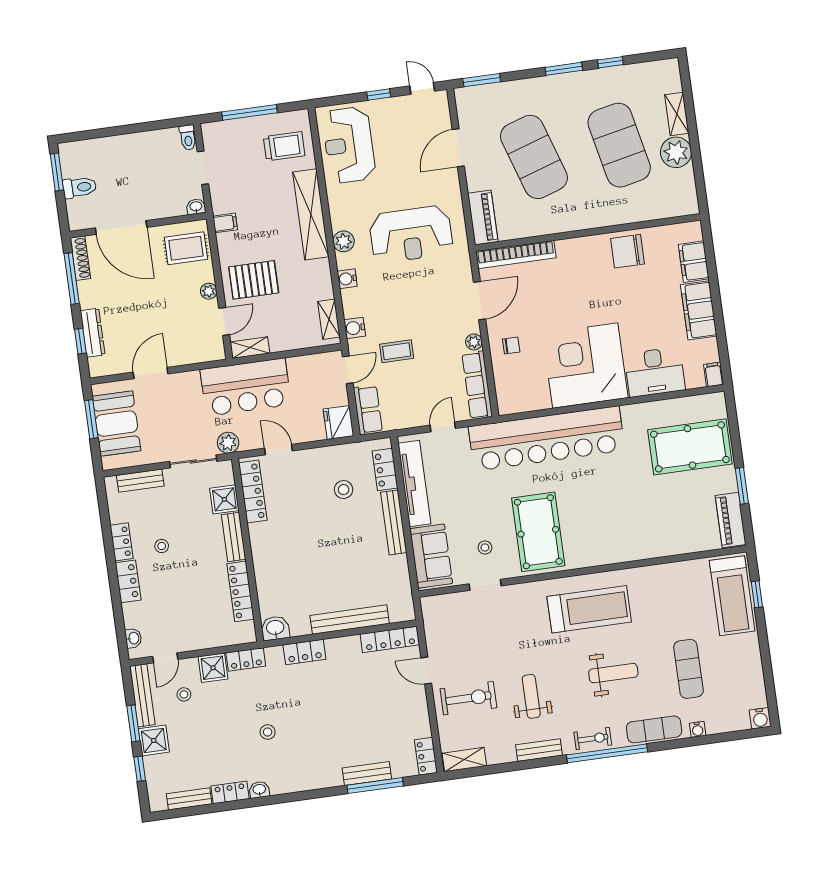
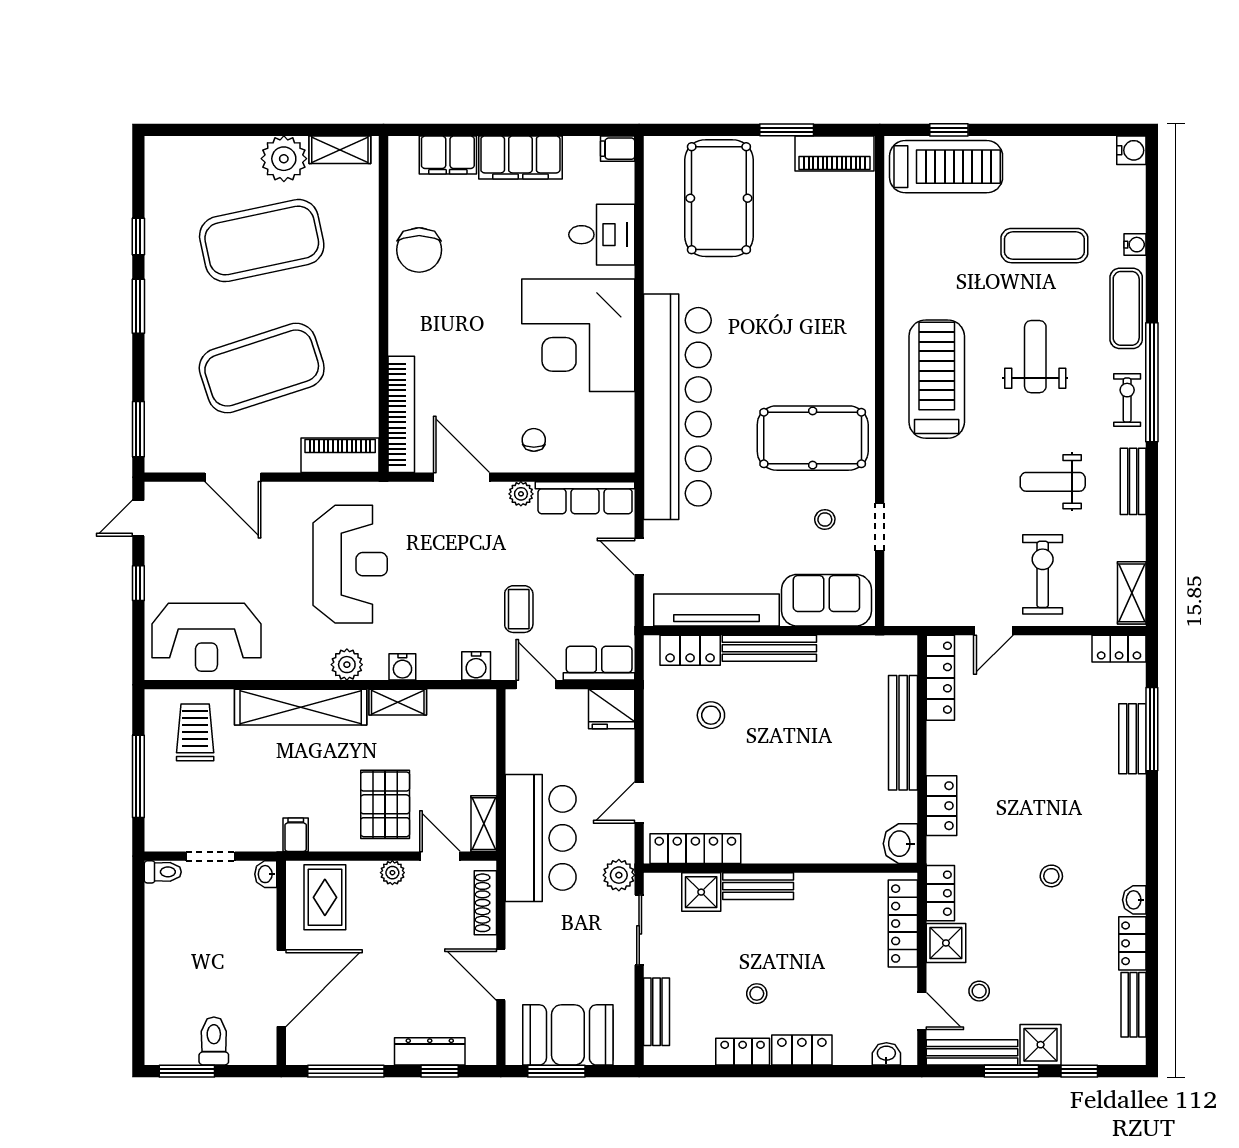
shelving: (677, 114) -> (340, 150), moved
shoe rack: (80, 258) -> (485, 903), moved, turned -90
shelving: (329, 319) -> (398, 702), moved
desk: (655, 372) -> (602, 235), width x0.73
locker: (240, 591) -> (903, 924), moved, turned 90

